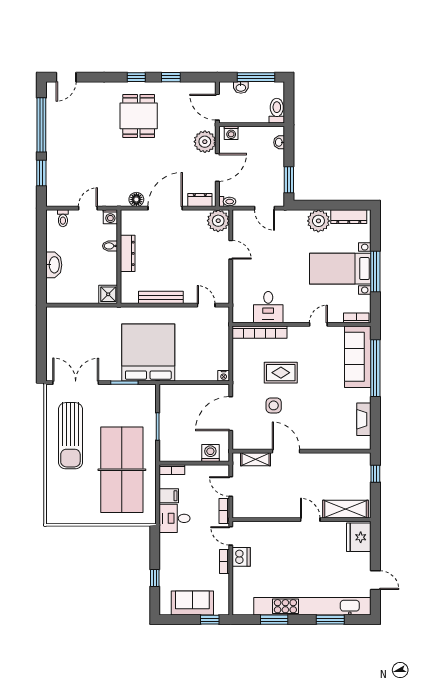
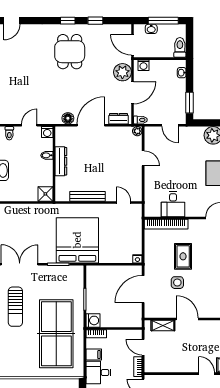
plant: (218, 221) -> (137, 131), width x0.53, depth x0.53
rug: (281, 373) -> (183, 256), turned 90
sun lounger: (70, 436) -> (15, 307), width x0.73, depth x0.75
washing machine: (210, 453) -> (93, 320), moved, turned 90

